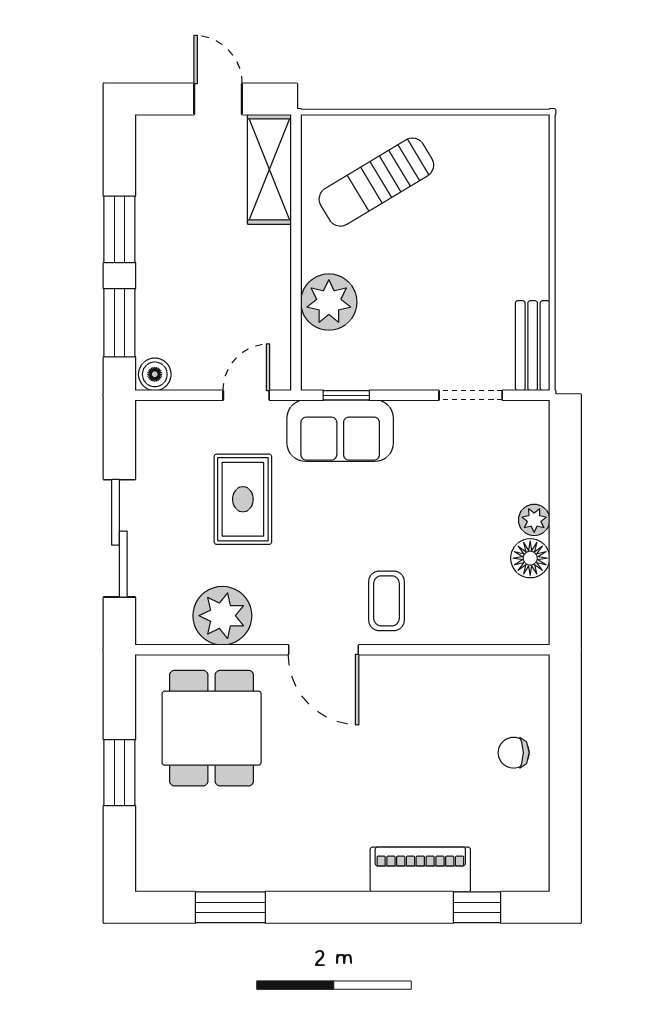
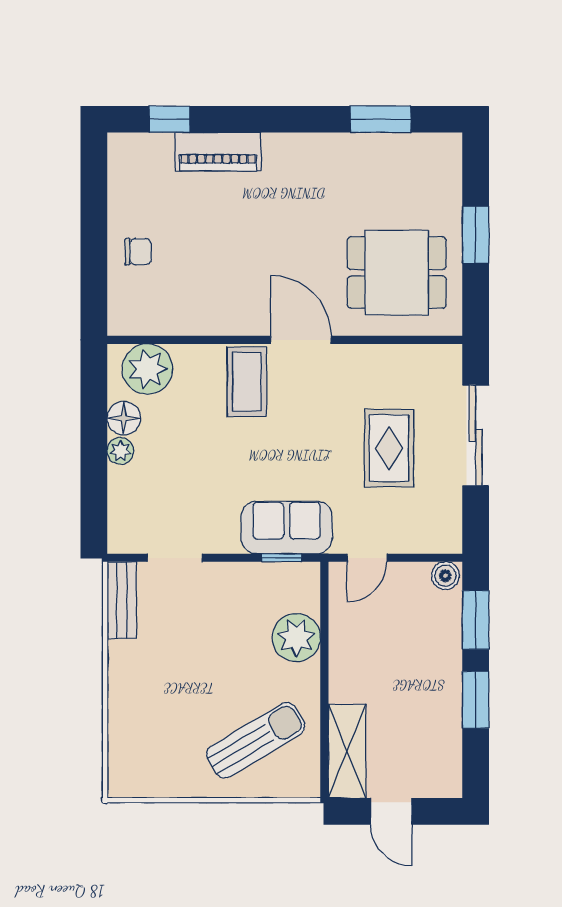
rug: (243, 499) -> (389, 448), moved
coffee table: (387, 601) -> (247, 382), width x1.36, depth x1.30
plant: (222, 616) -> (147, 369), moved
dining table: (212, 728) -> (397, 273), turned 90

